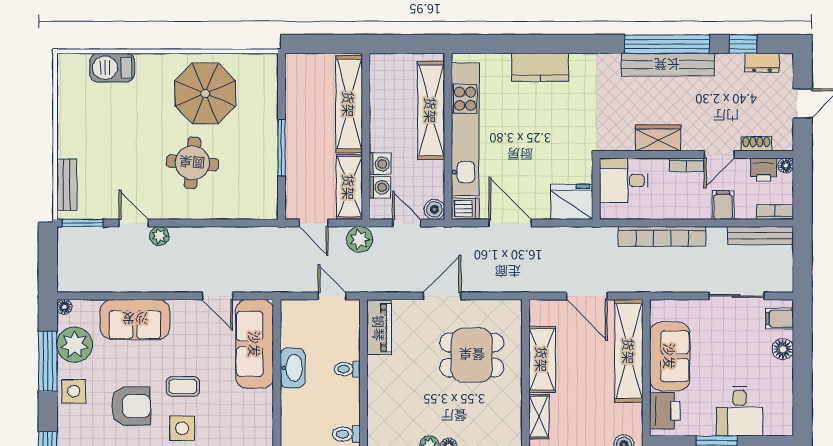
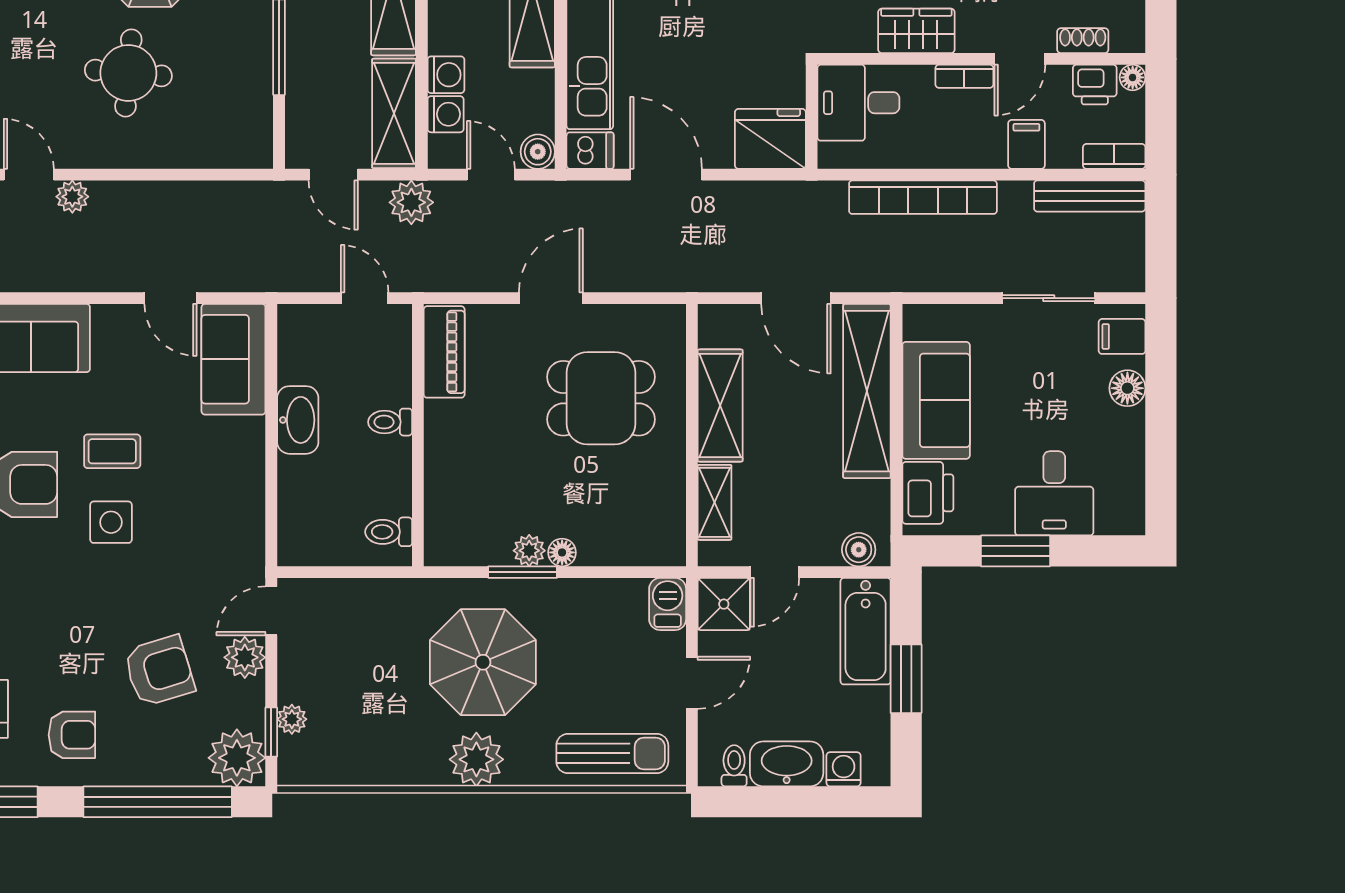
sofa: (255, 344) -> (233, 359), width x0.73

